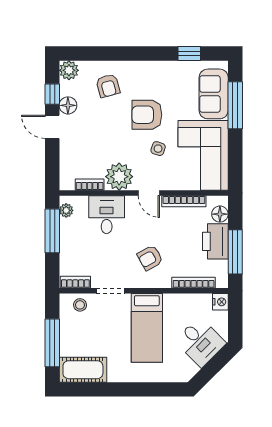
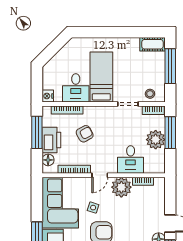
door: (149, 193) -> (100, 175), swing flipped
plant: (66, 210) -> (156, 140), moved, width x1.88, depth x1.88
window: (52, 231) -> (170, 133), moved
armchair: (150, 258) -> (85, 134), moved
desk: (200, 342) -> (76, 88), moved, turned -135
cot: (83, 370) -> (152, 44), width x0.73, depth x0.75

